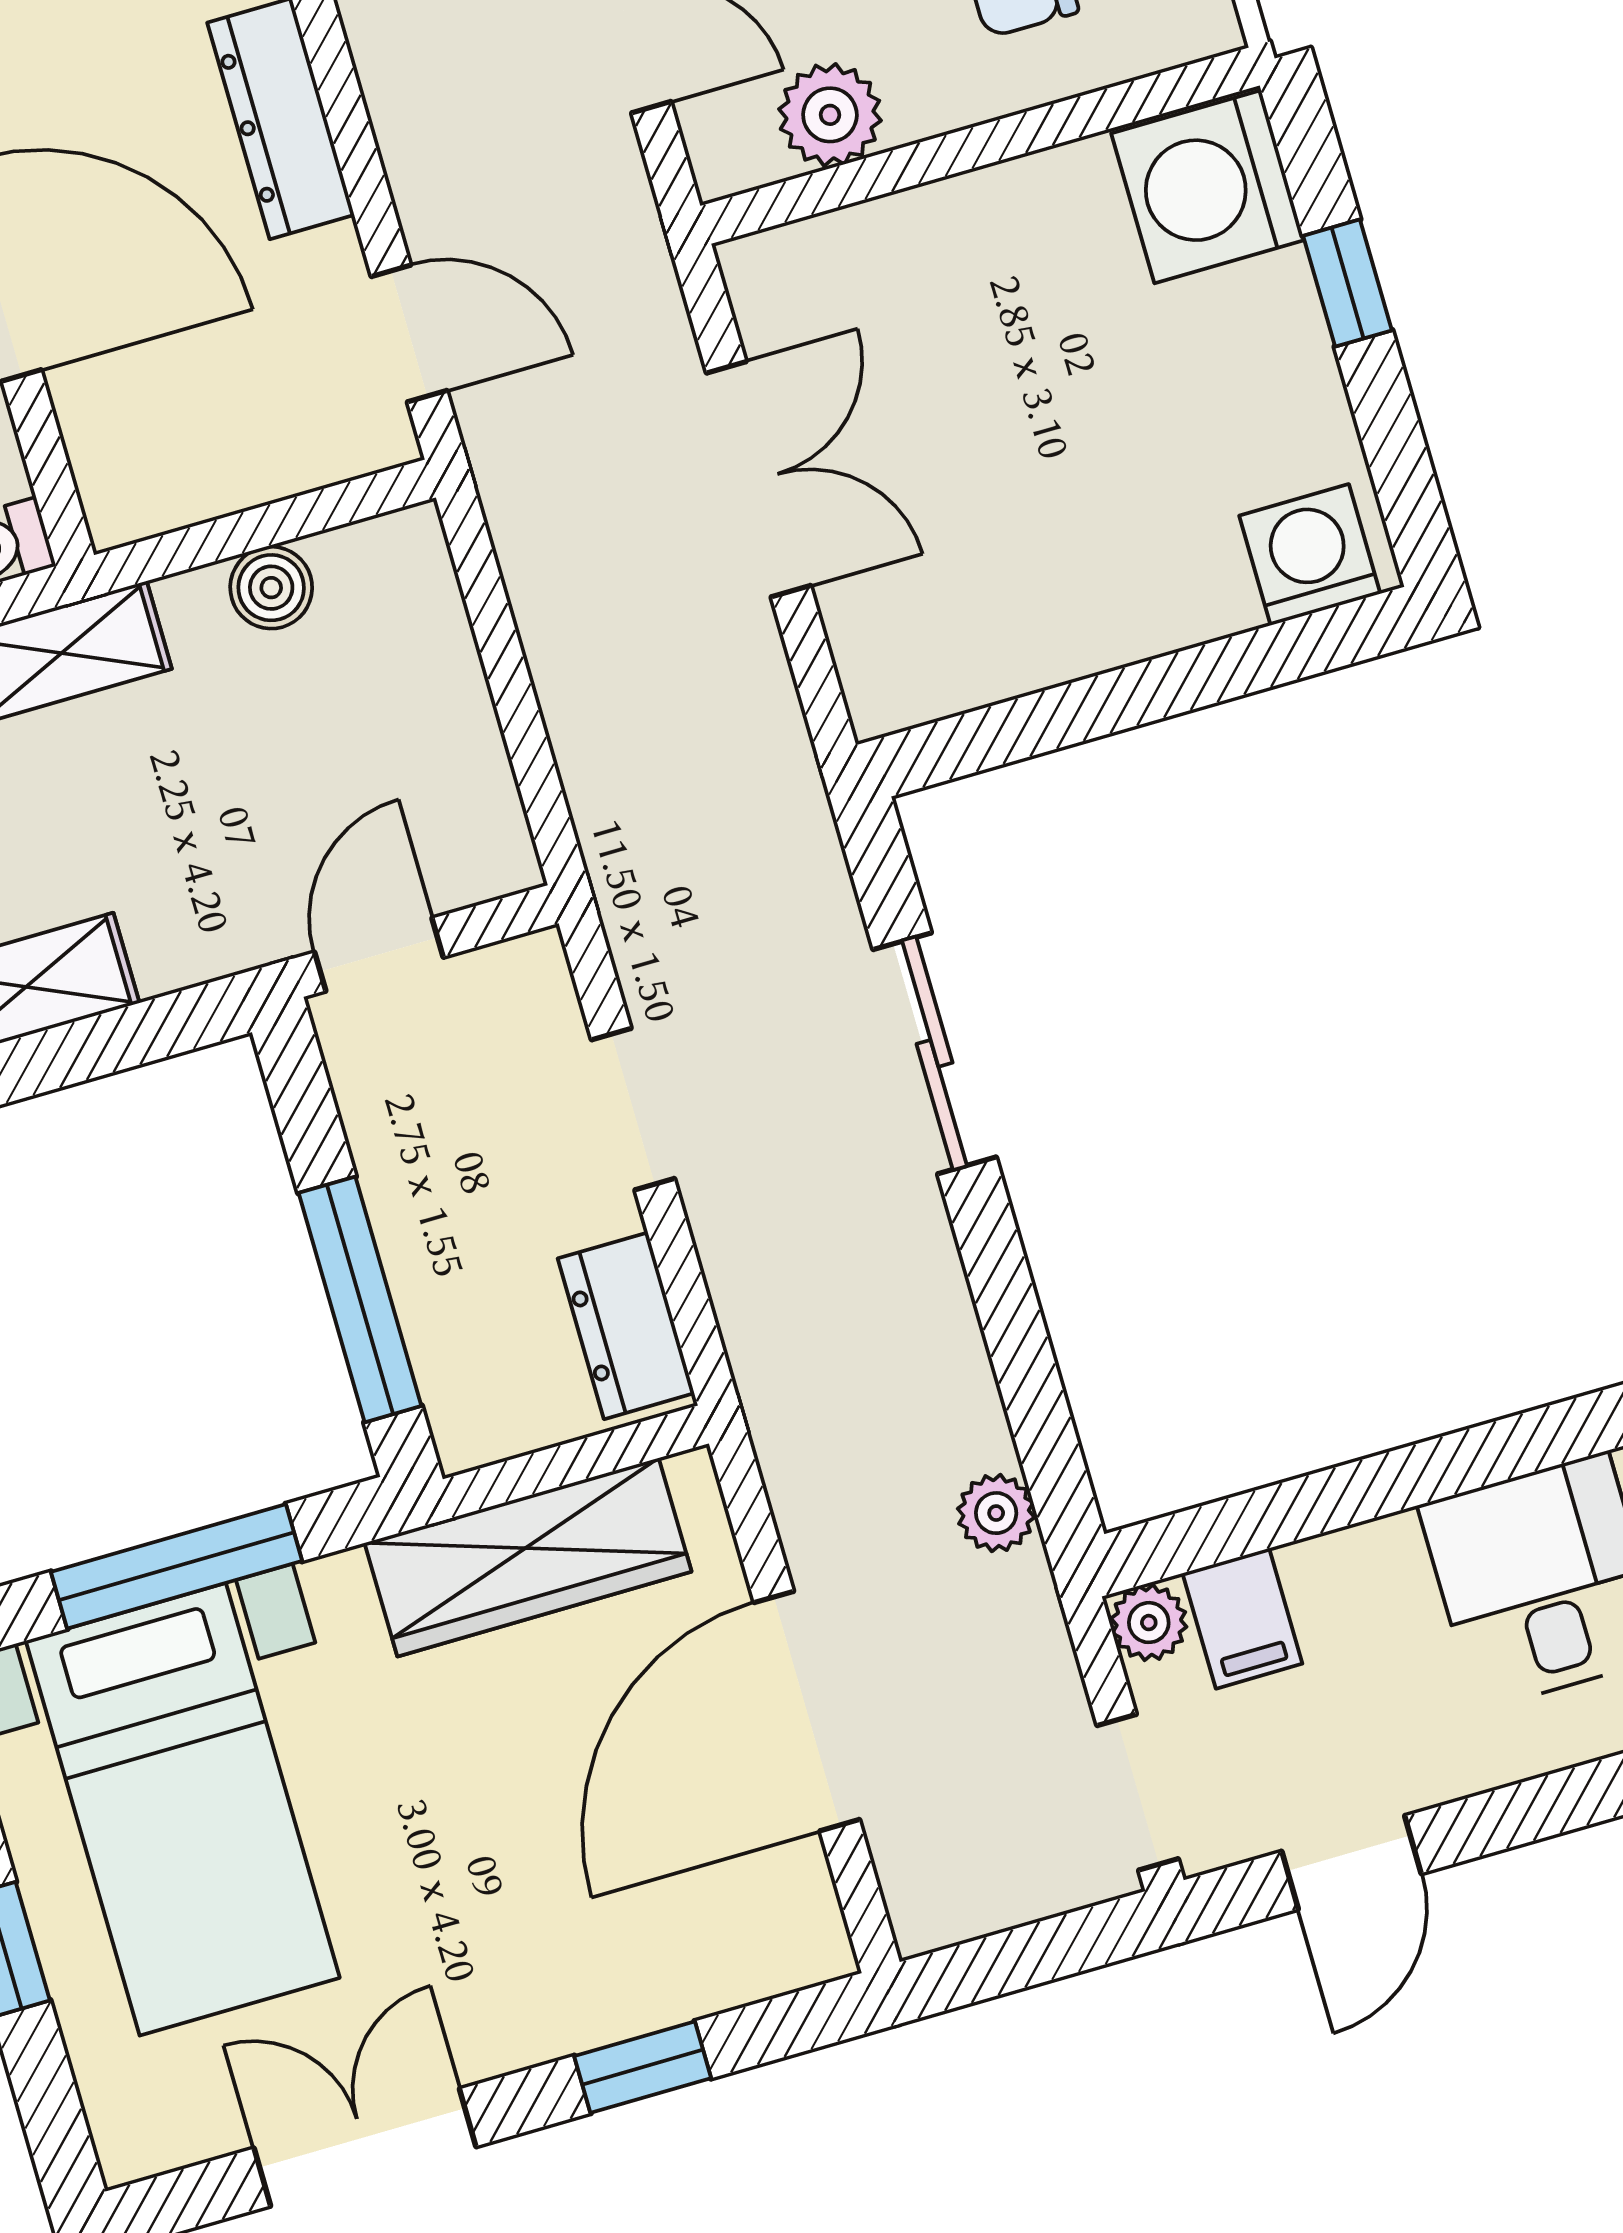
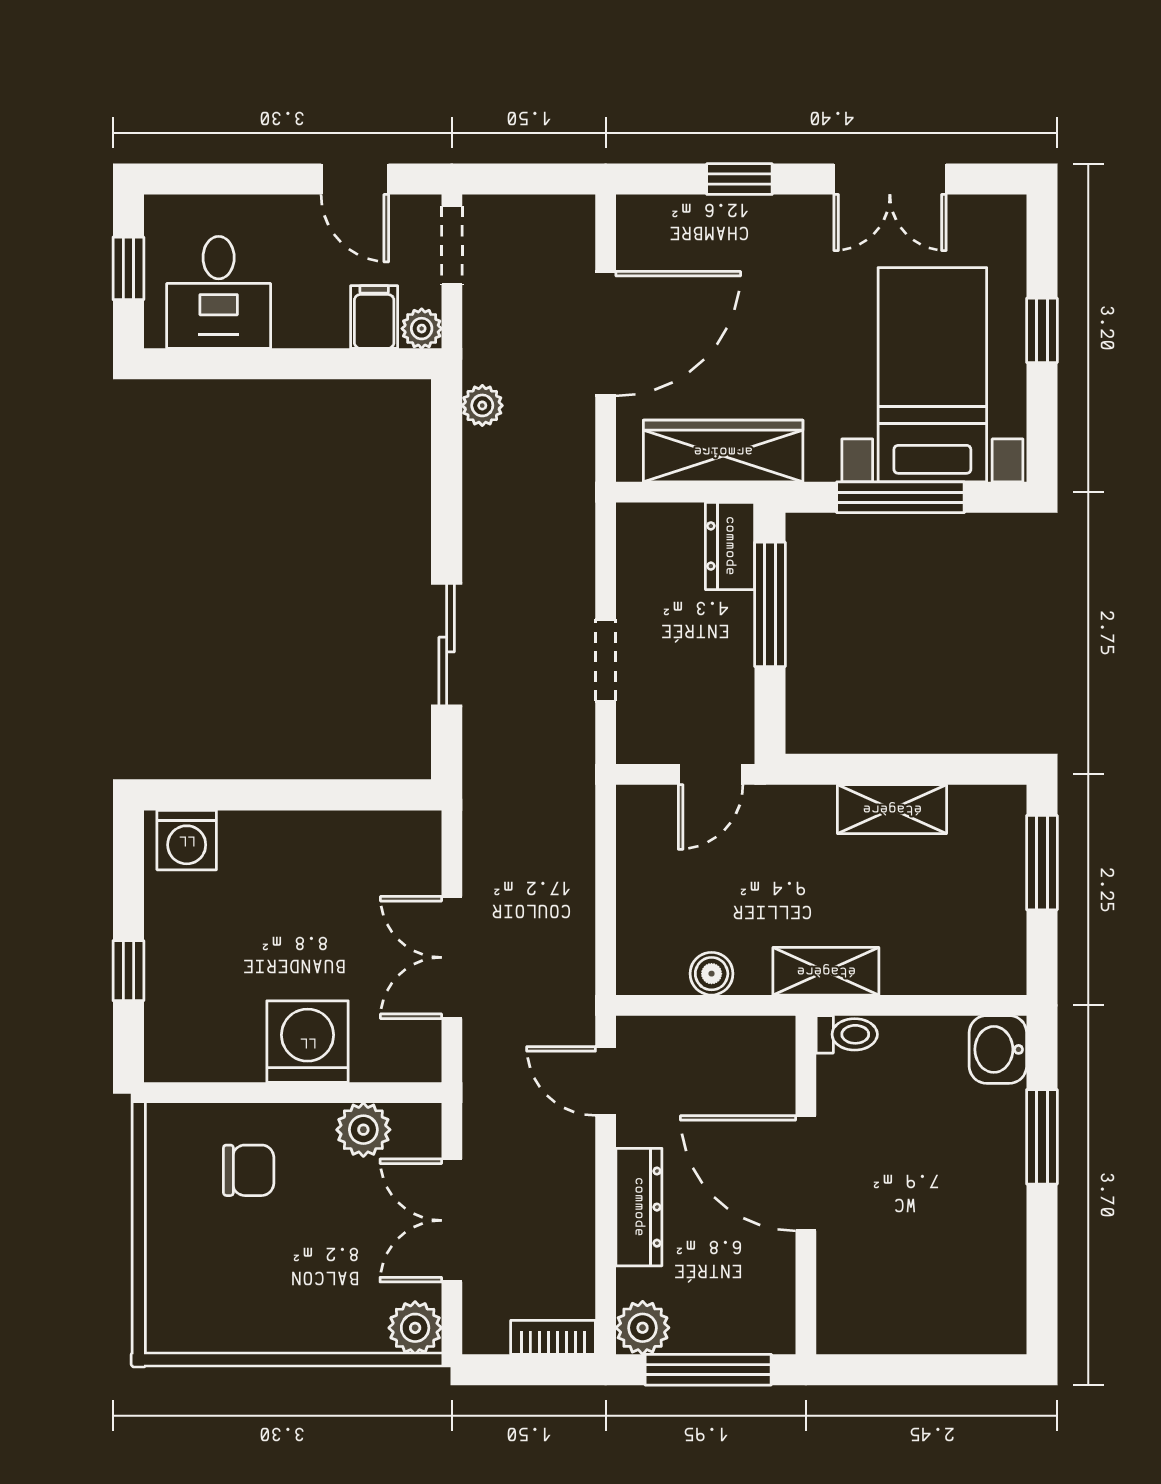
washing machine: (1208, 187) -> (308, 1042), moved, turned -90
dresser: (626, 1326) -> (730, 546), moved, turned 180
door: (1352, 1863) -> (355, 179), swing flipped

